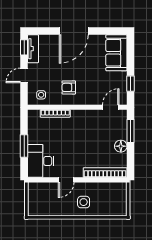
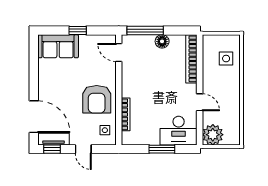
door: (74, 31) -> (34, 117), moved
window: (131, 84) -> (78, 30), moved
armchair: (69, 87) -> (97, 99), width x1.88, depth x1.88
window: (131, 131) -> (145, 30), width x1.44
plant: (37, 192) -> (213, 135), added
side table: (84, 202) -> (226, 59), moved

